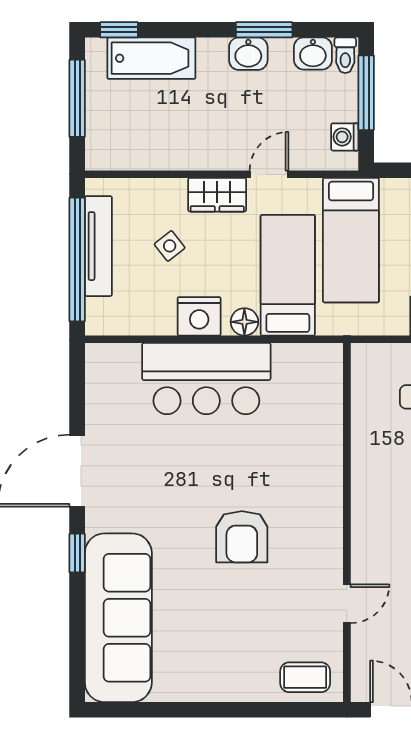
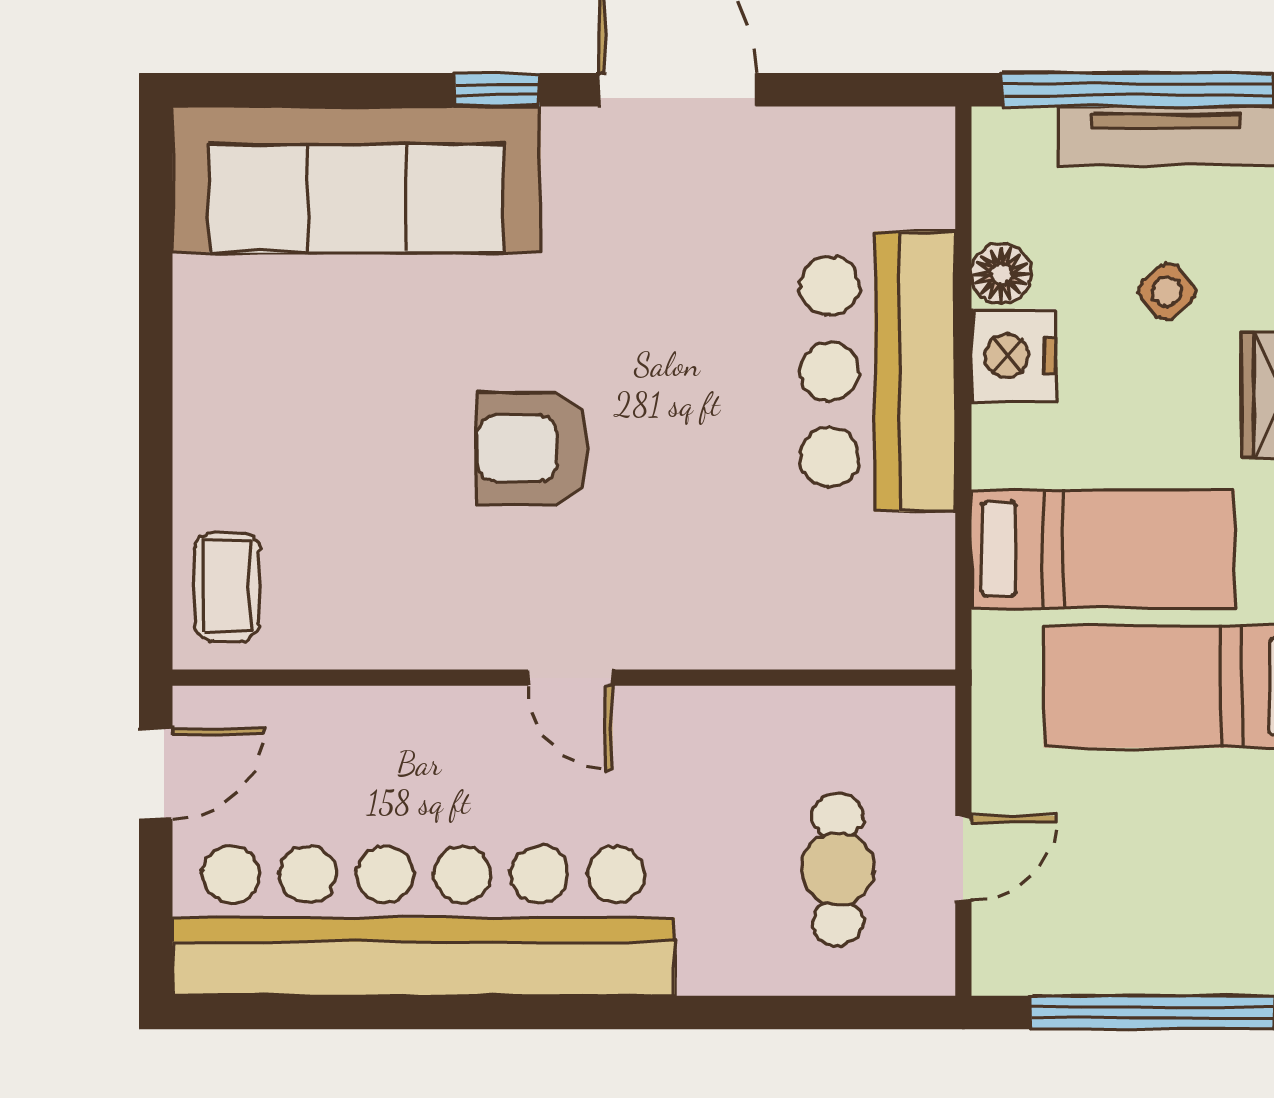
floor lamp: (244, 322) -> (1001, 274), moved
door: (347, 604) -> (570, 678), moved

